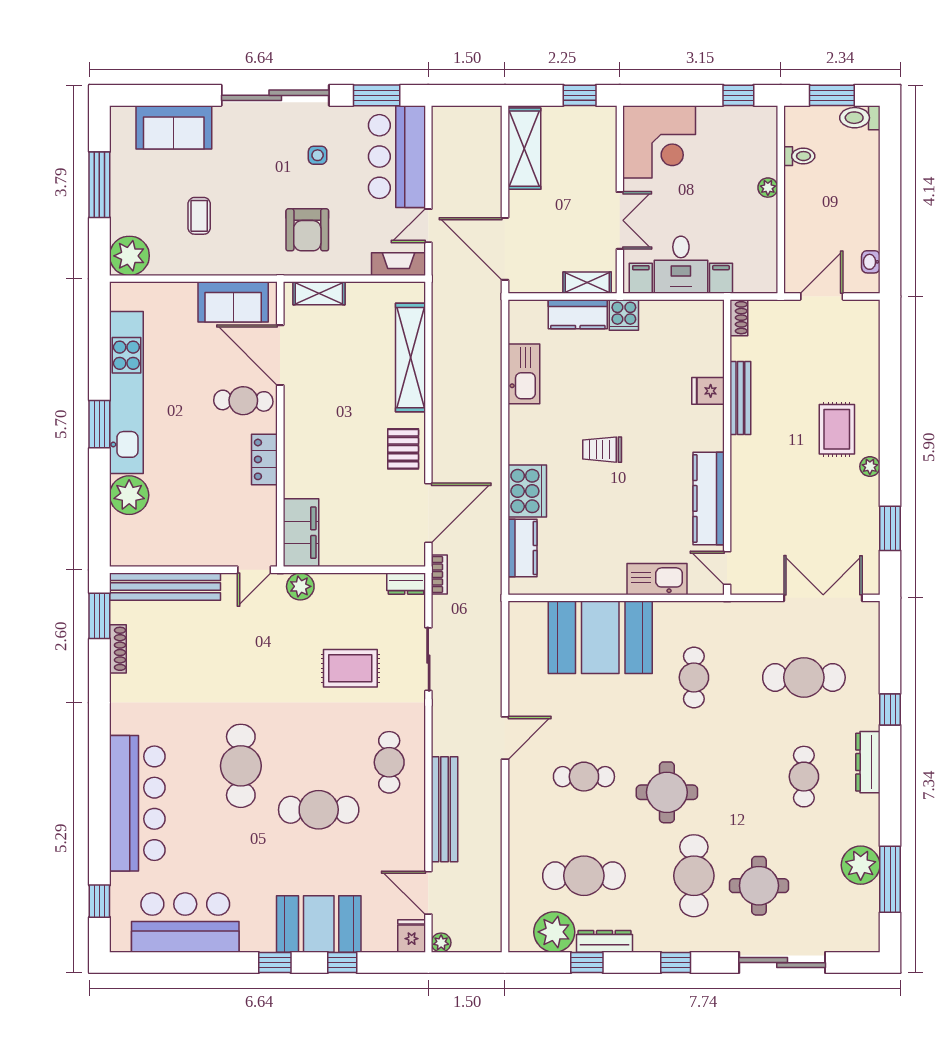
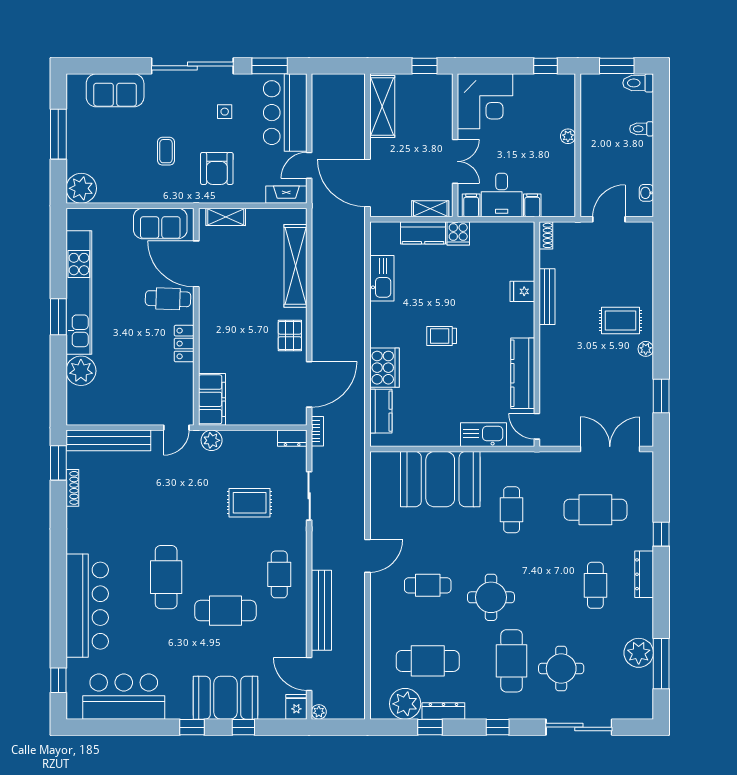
toilet: (799, 156) -> (642, 129), moved, turned 180
coffee table: (199, 216) -> (166, 151), moved
rug: (837, 429) -> (621, 320), turned 90

